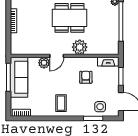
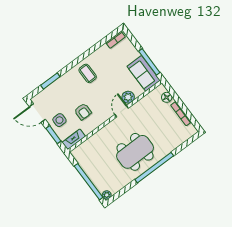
floor lamp: (15, 41) -> (167, 97), added
plant: (80, 47) -> (108, 133), removed
sofa: (19, 77) -> (144, 73), width x0.73
side table: (100, 107) -> (59, 120), moved

